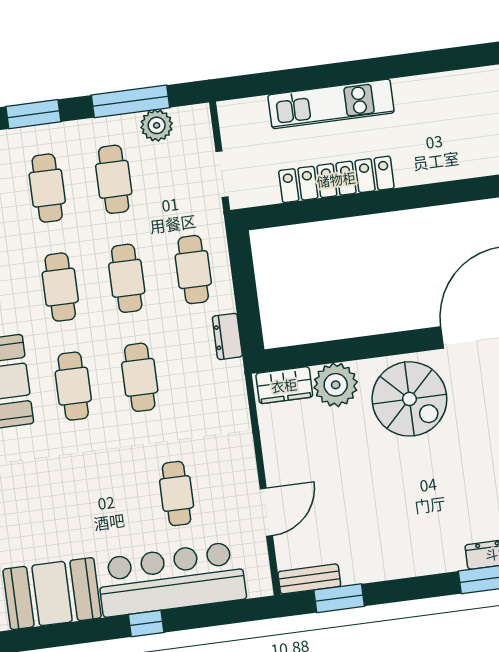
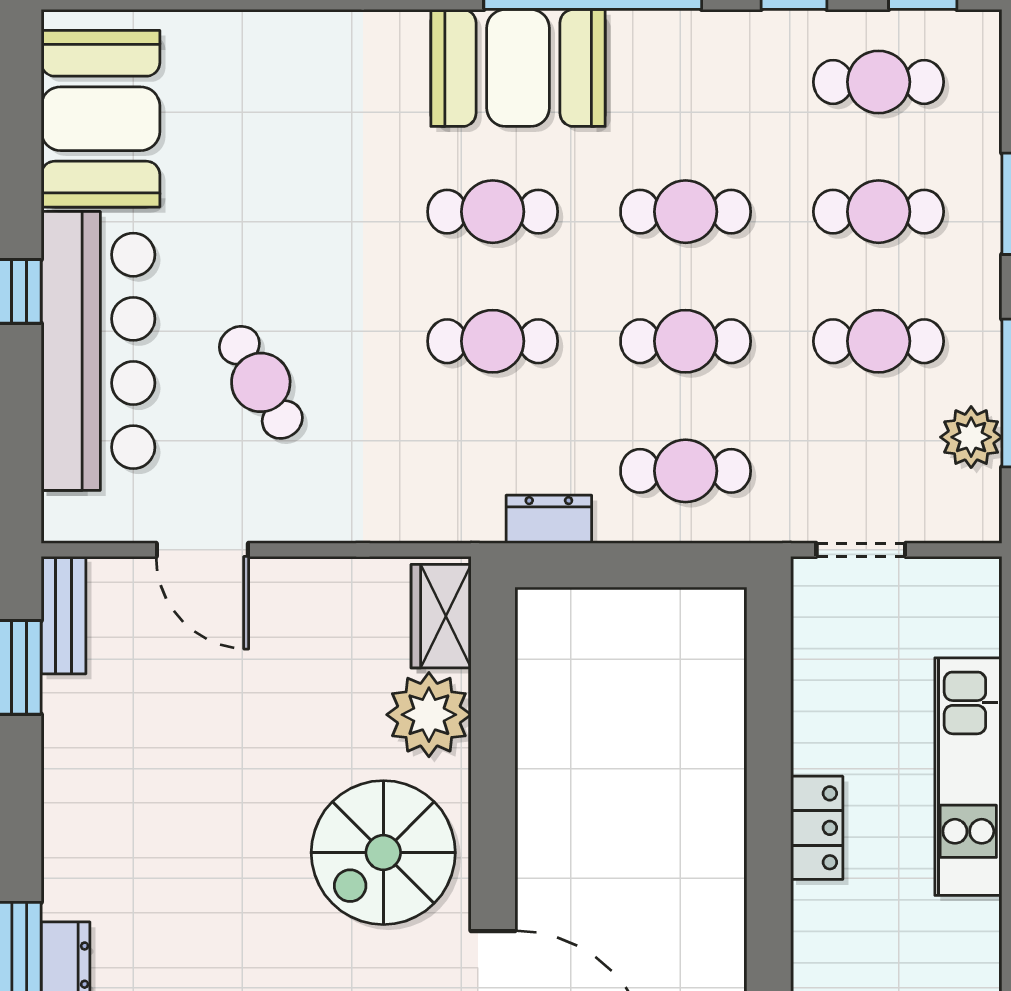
locker: (336, 179) -> (817, 828), width x0.46, depth x0.83
cafe table: (177, 493) -> (261, 382), turned 60

